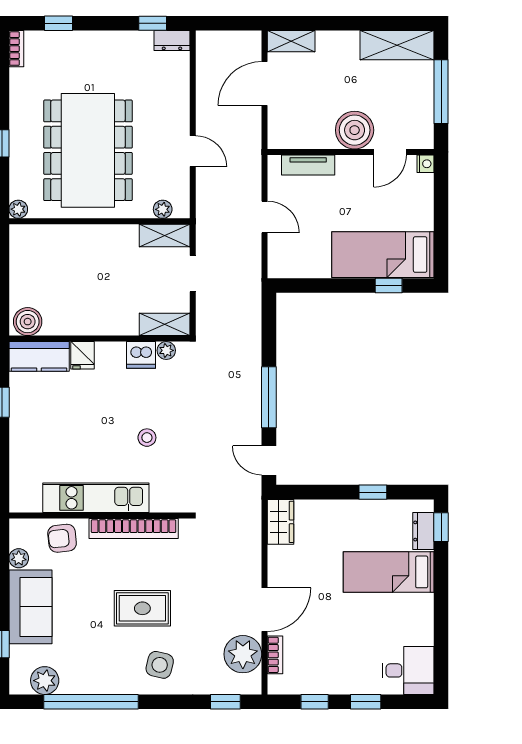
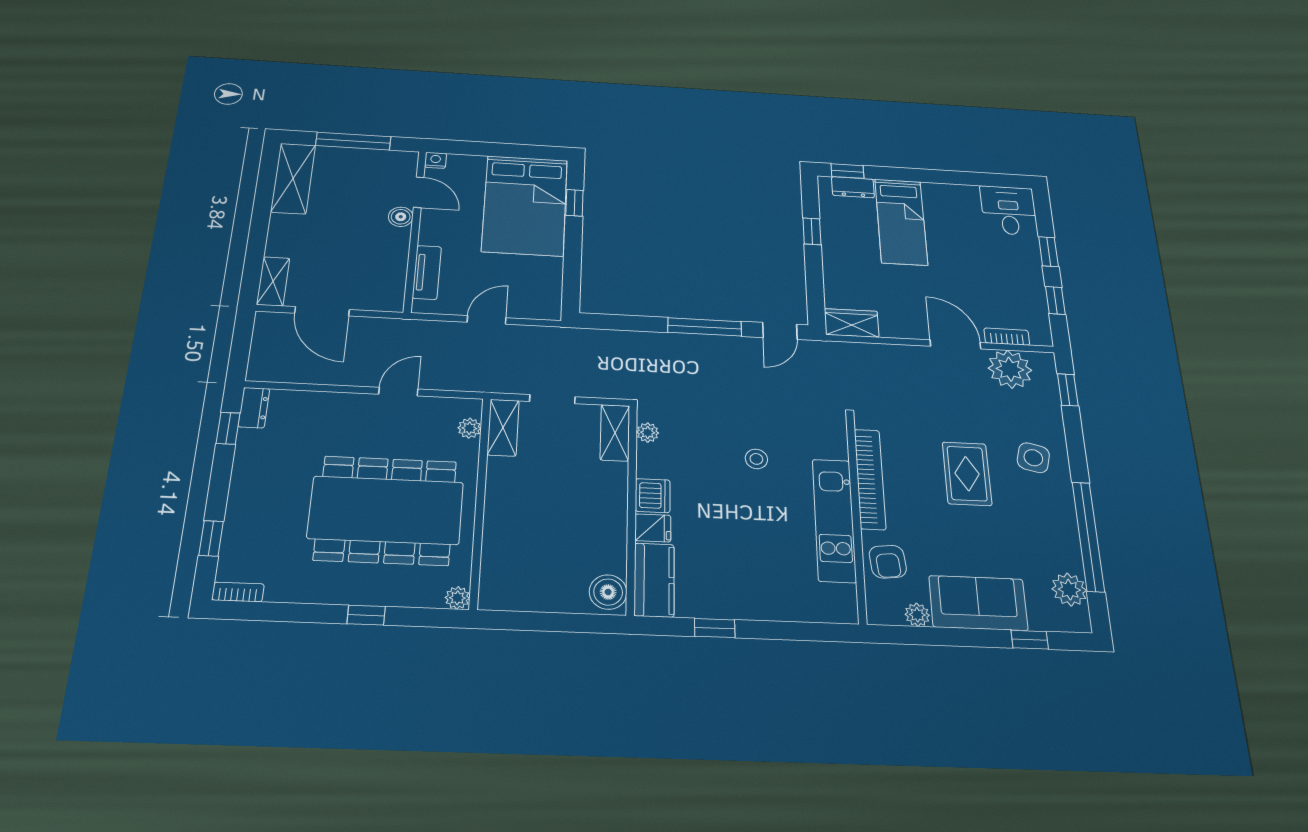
boiler: (355, 130) -> (401, 217), width x0.54, depth x0.54
bed: (383, 255) -> (525, 205), width x1.50
dishwasher: (141, 355) -> (653, 496), moved

